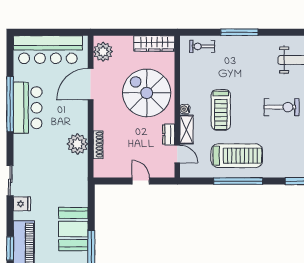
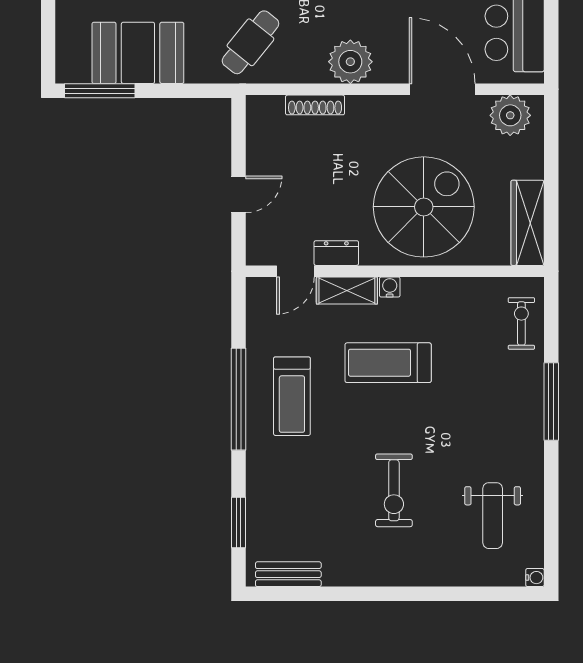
plant: (77, 144) -> (350, 62), moved
treadmill: (237, 156) -> (292, 396), width x0.73, depth x0.73
cafe table: (68, 175) -> (250, 42), added

